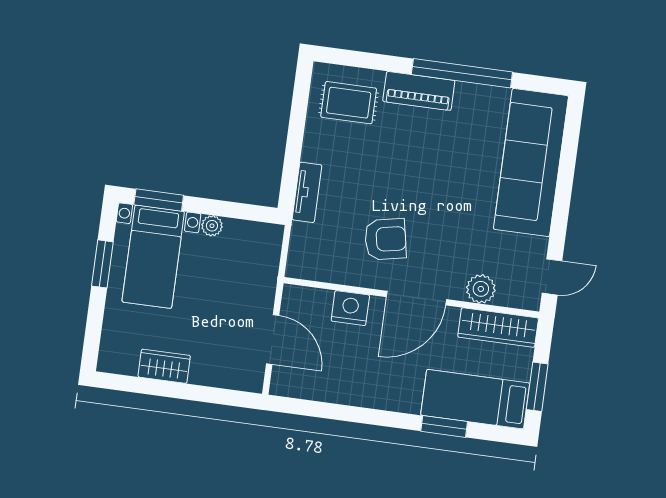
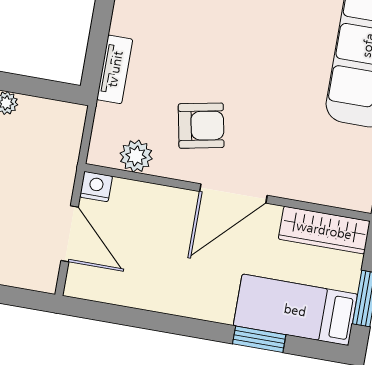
plant: (481, 289) -> (136, 156), moved
nightstand: (350, 308) -> (96, 187), moved, width x0.74, depth x0.75

